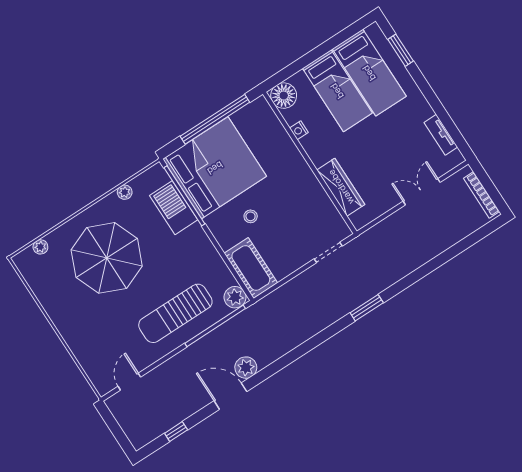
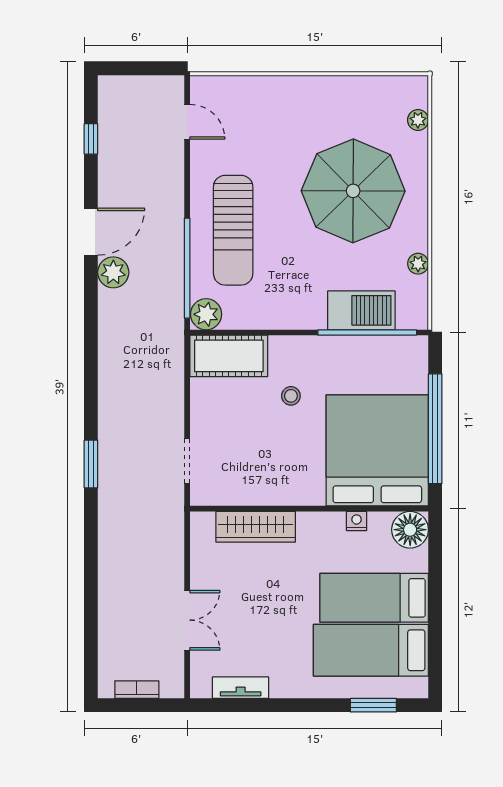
bed: (215, 168) -> (377, 450), moved, turned 180
bookcase: (481, 195) -> (137, 690), width x0.64
sun lounger: (175, 313) -> (233, 230), turned 180

